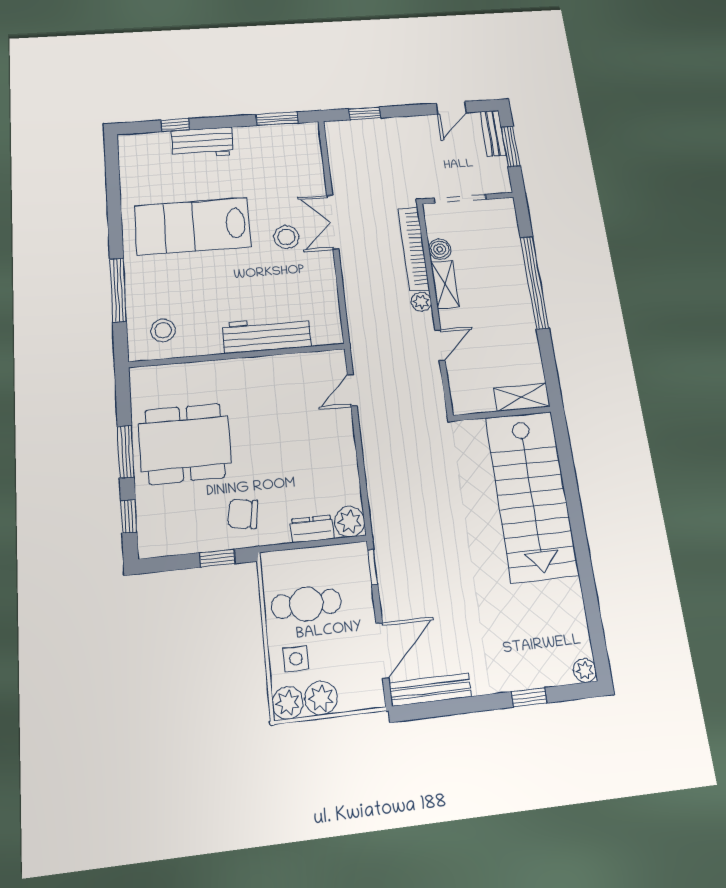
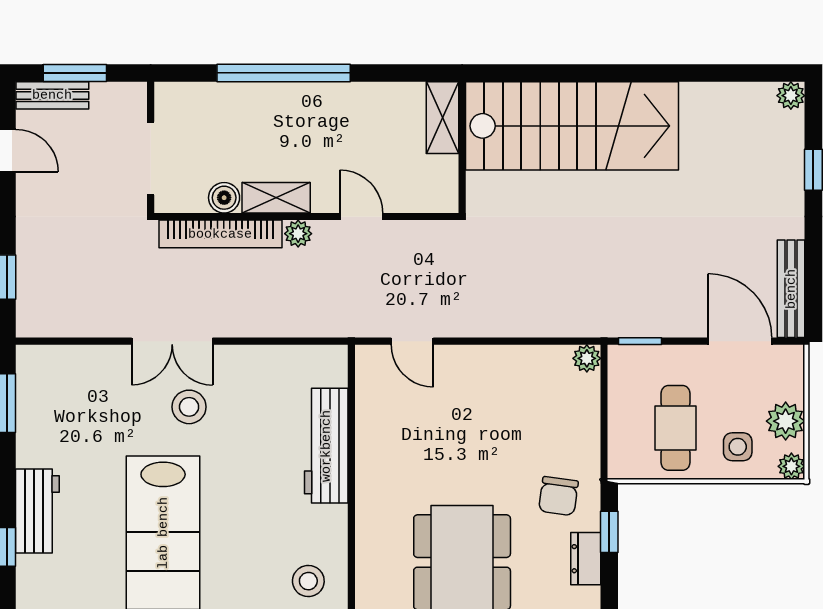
plant: (350, 522) -> (587, 358), width x0.73, depth x0.73
dresser: (312, 529) -> (586, 559), moved
plant: (288, 703) -> (791, 466), width x0.73, depth x0.73

